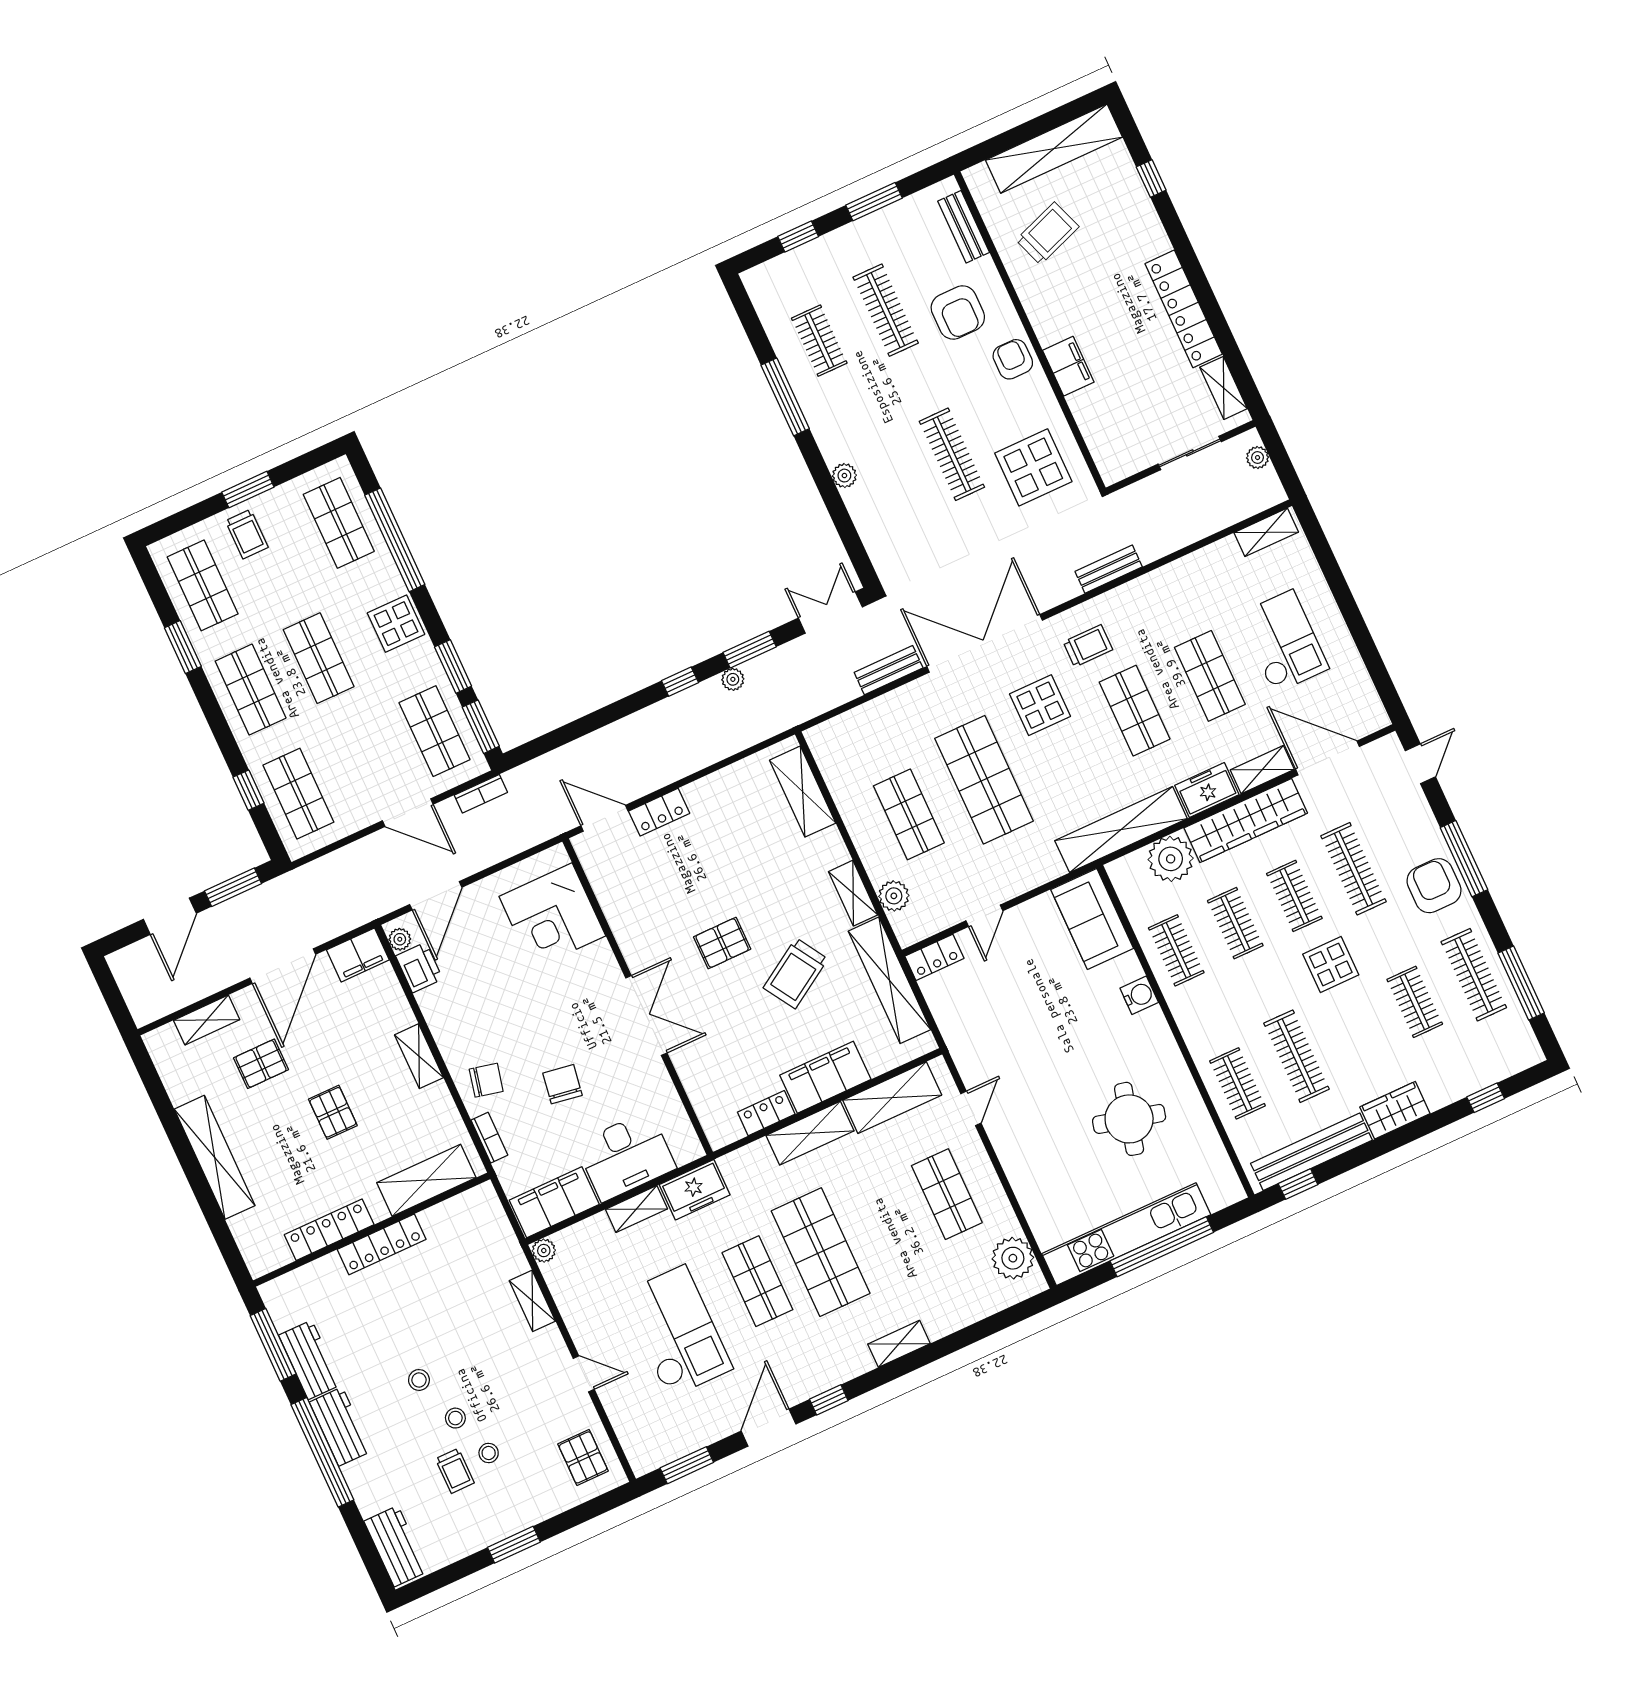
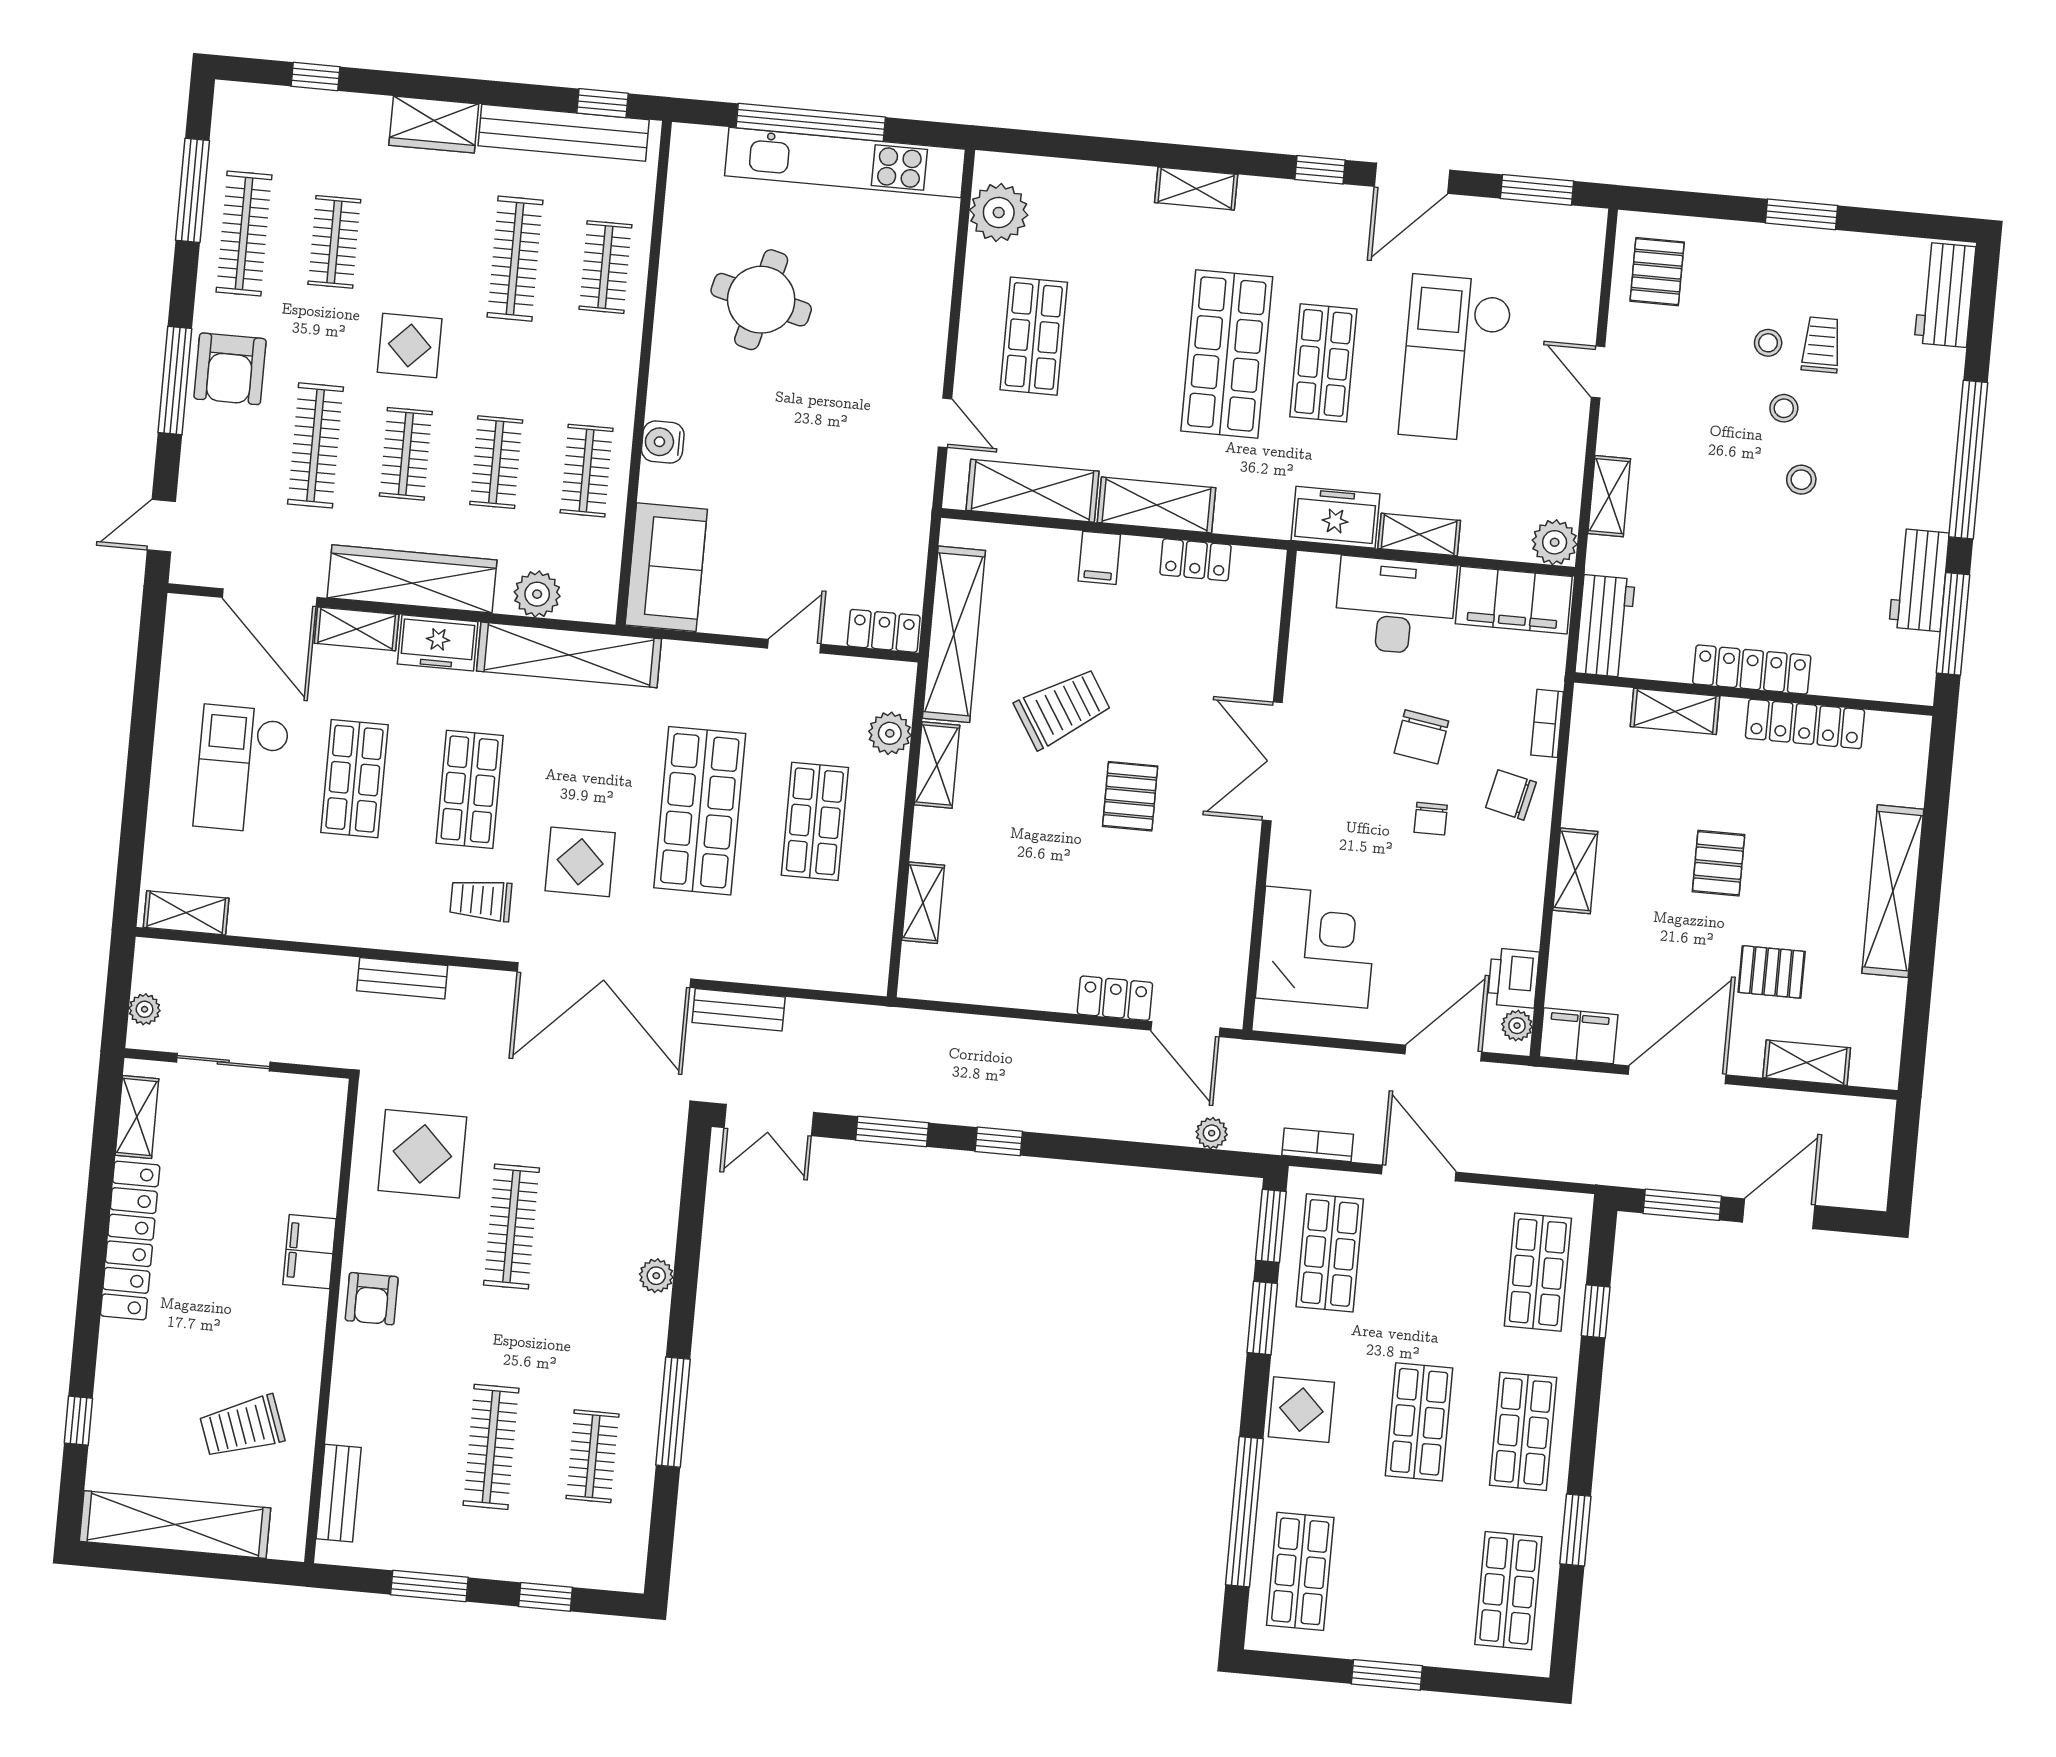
armchair: (958, 312) -> (405, 1394), removed
trolley: (247, 534) -> (1419, 1622), removed
plant: (733, 679) -> (1212, 1133), moved
shelving: (803, 792) -> (923, 903), width x0.67, depth x0.75
plant: (1171, 859) -> (537, 594), width x0.73, depth x0.73
pallet: (722, 943) -> (1130, 796), turned 90
chair: (527, 1037) -> (1431, 819), added
filing cabinet: (825, 1077) -> (1099, 558), width x0.33, depth x0.86
door: (971, 1108) -> (945, 423), swing flipped
shelving: (426, 1180) -> (1675, 711), width x0.67, depth x0.75
plant: (544, 1251) -> (1555, 542), width x1.38, depth x1.38
workbench: (340, 1427) -> (1605, 626), moved, turned 180

